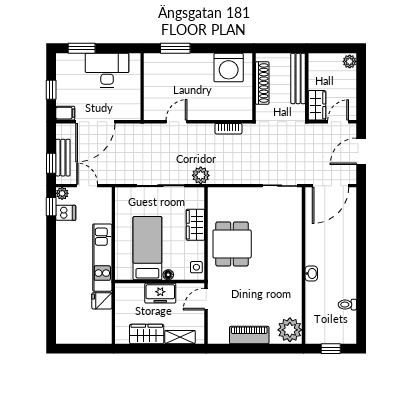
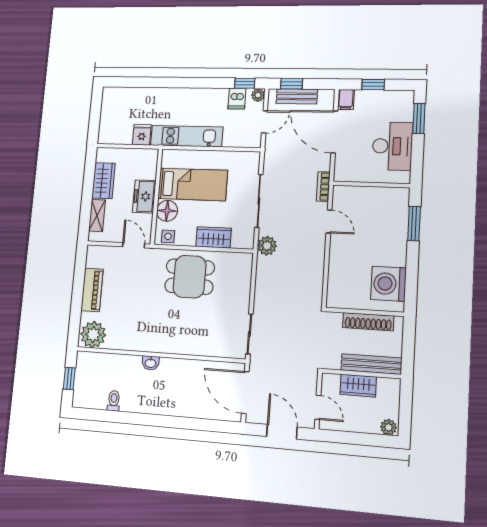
wardrobe: (317, 105) -> (358, 386), moved
bookcase: (228, 129) -> (323, 187), moved
floor lamp: (168, 275) -> (167, 211), width x1.89, depth x1.89

